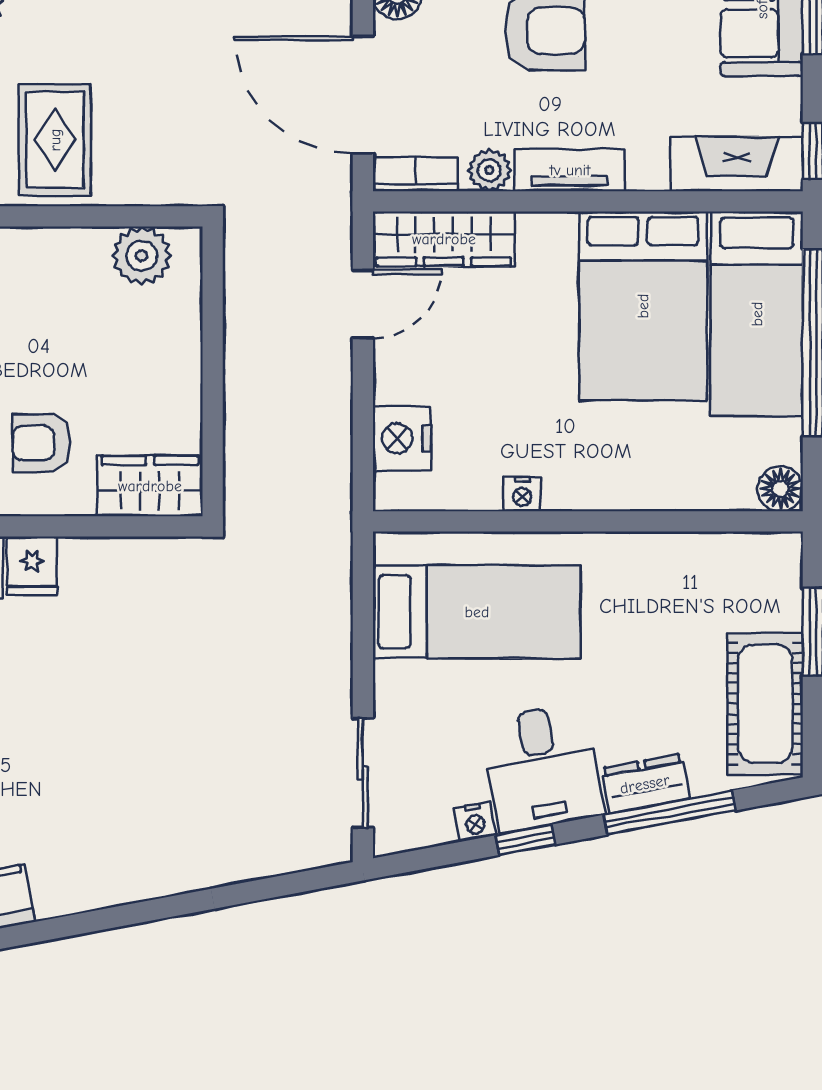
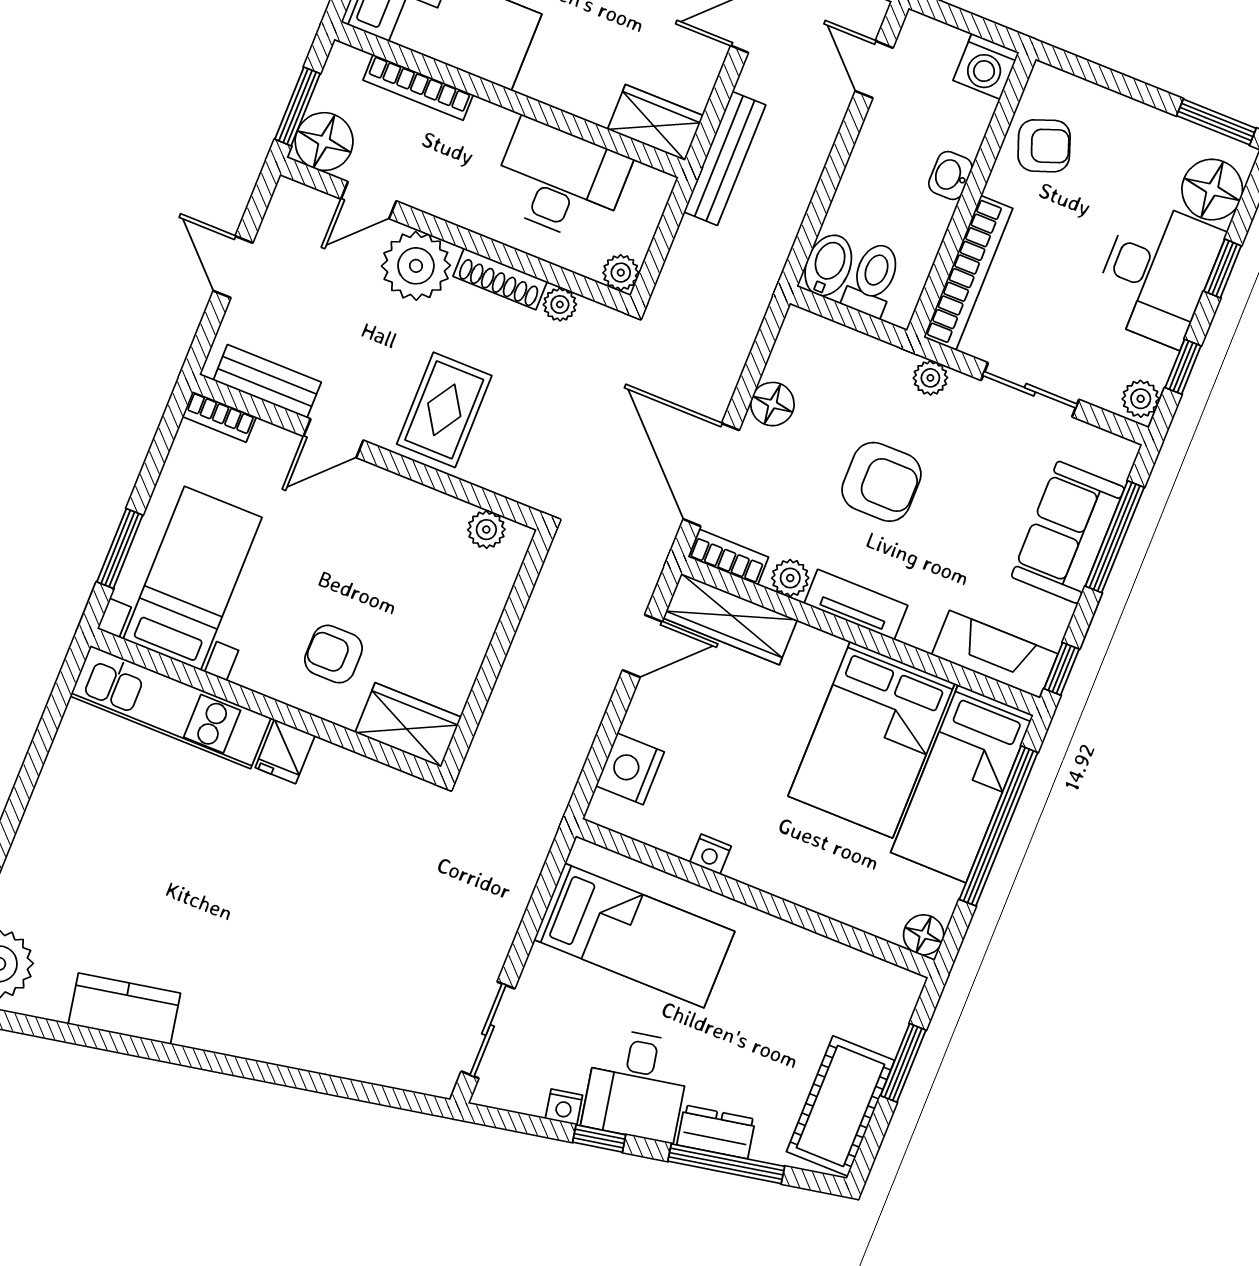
plant: (142, 256) -> (486, 530), width x0.73, depth x0.73

